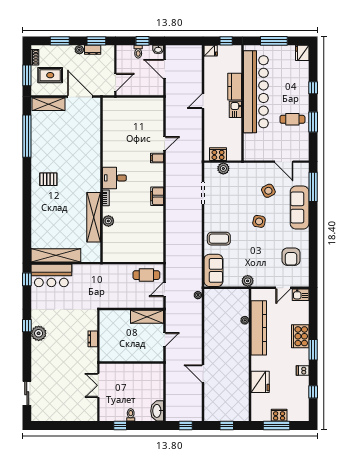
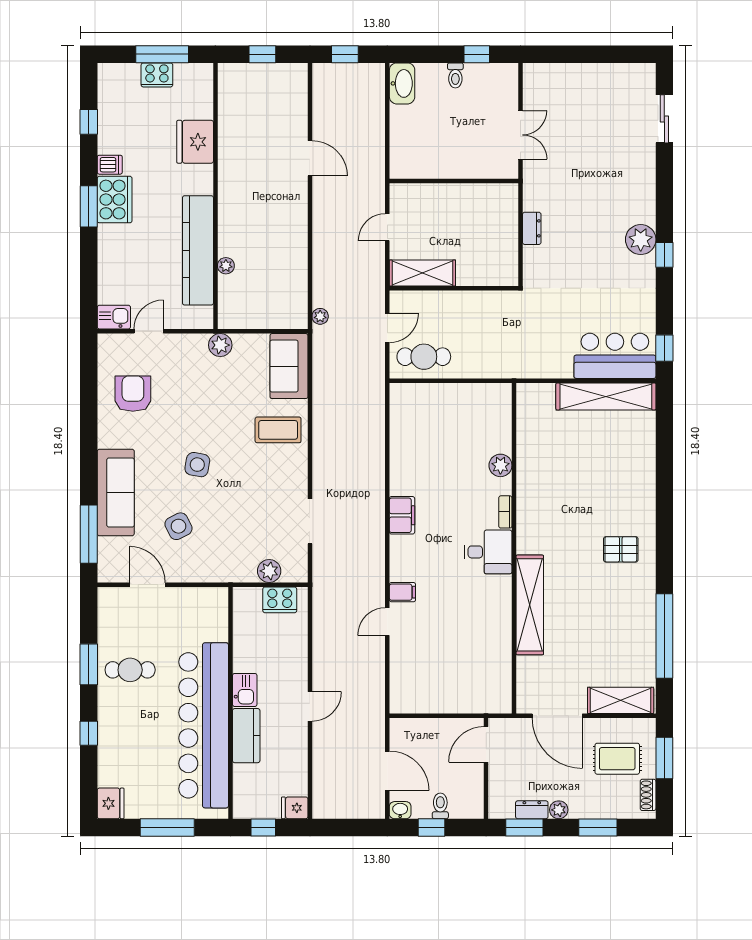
shelving: (94, 217) -> (530, 605), moved
cooker: (300, 336) -> (115, 200), moved

